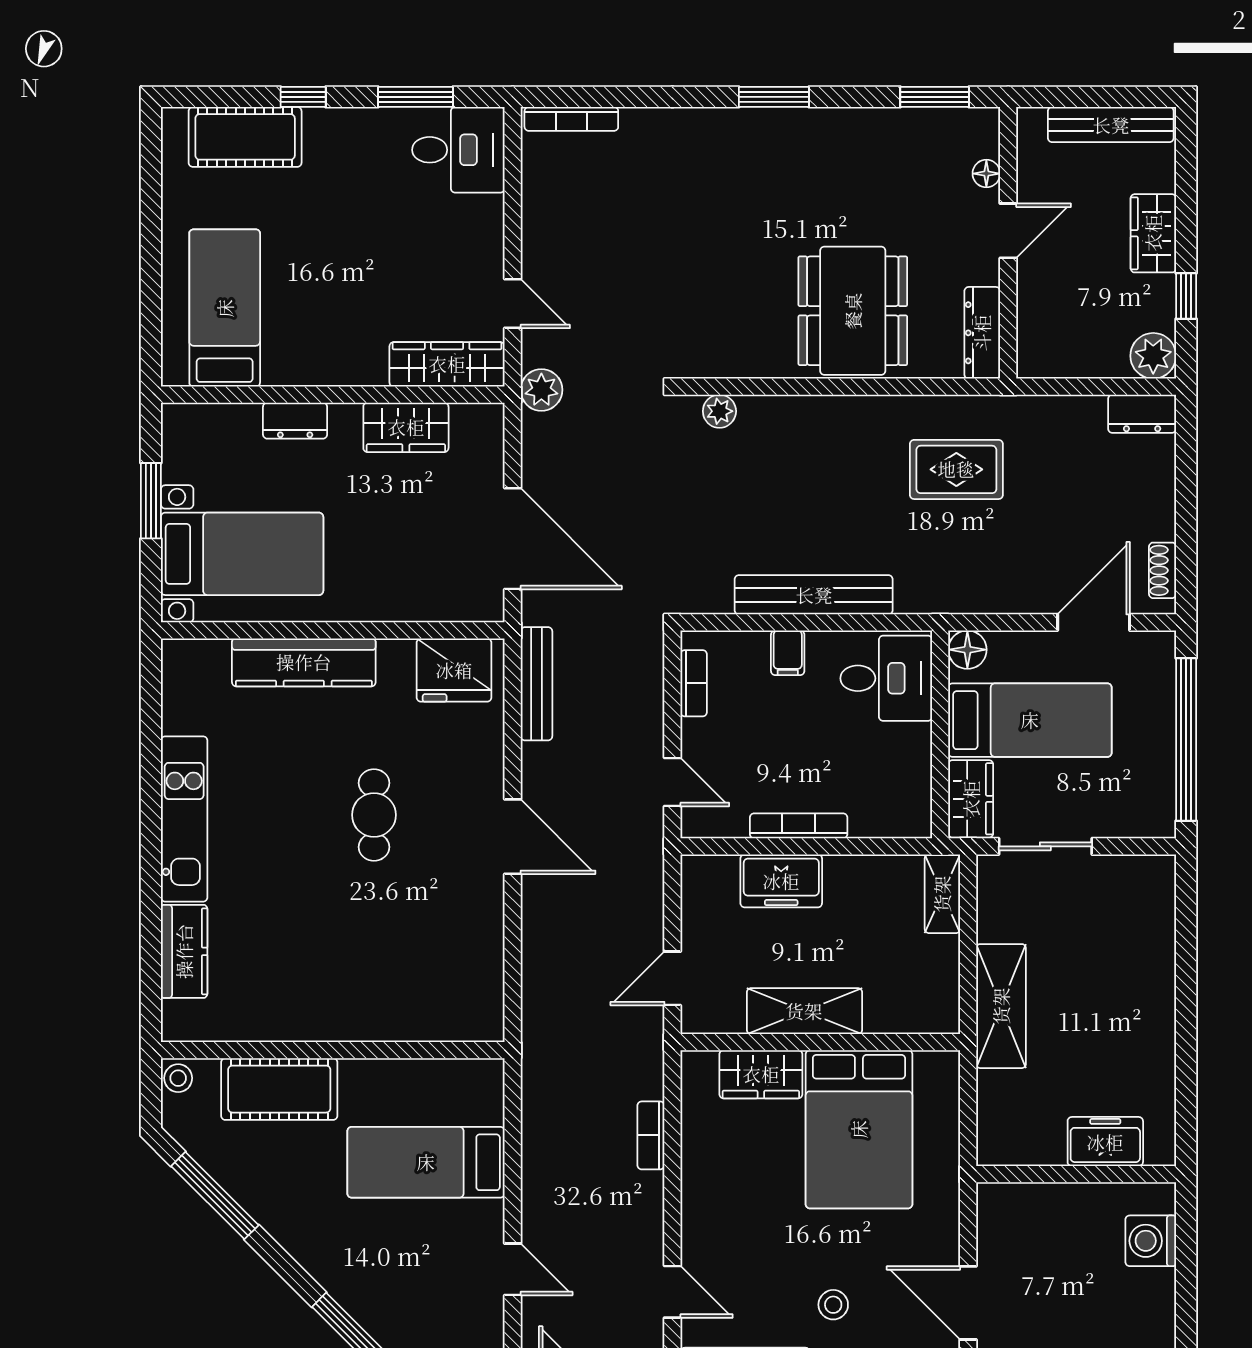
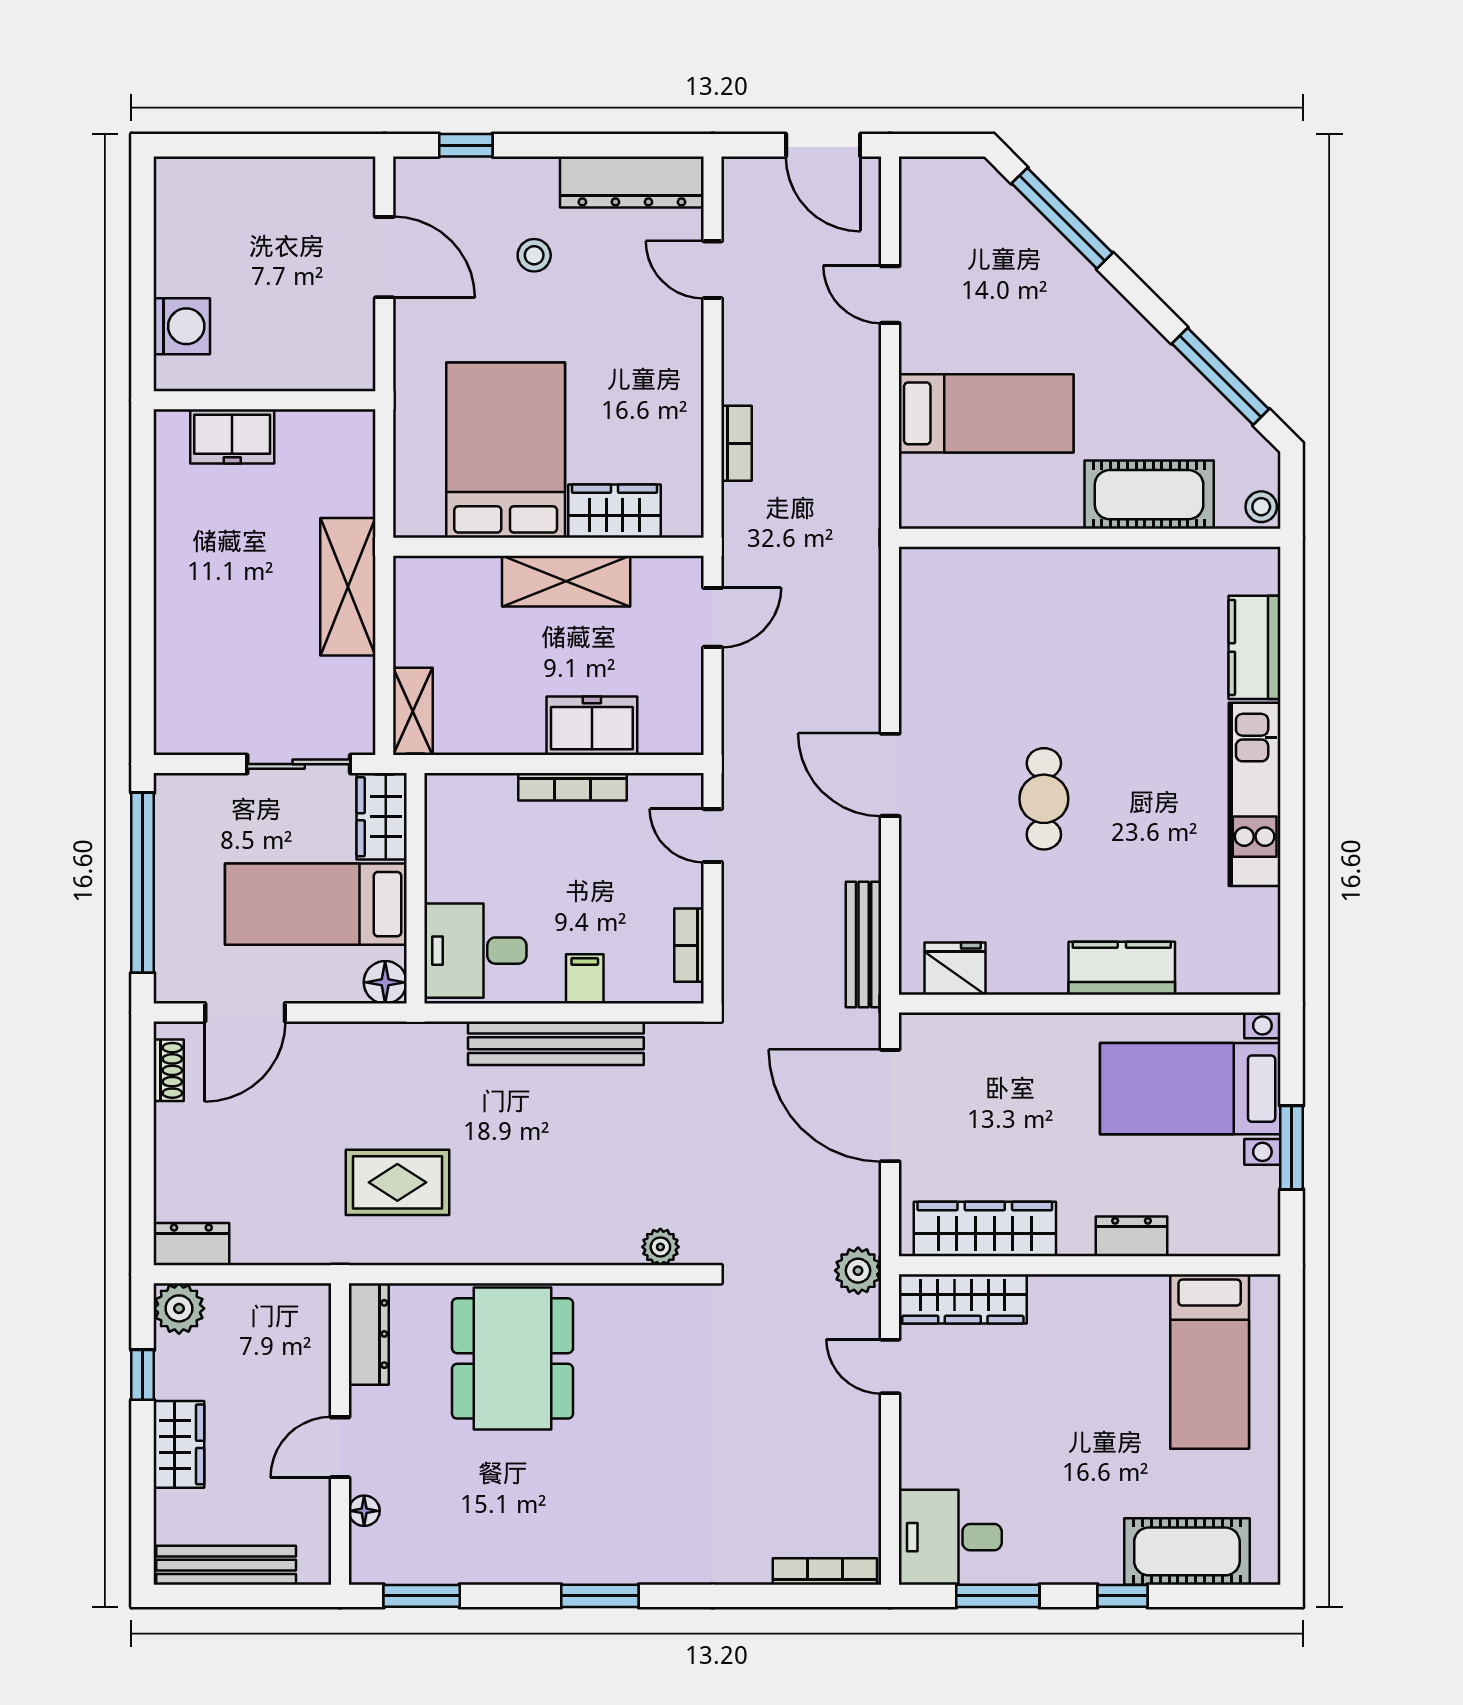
wardrobe: (406, 427) -> (985, 1229), width x1.50
kitchen counter: (304, 662) -> (1122, 968), width x0.67
fridge: (454, 670) -> (955, 969), width x0.73, depth x0.75

